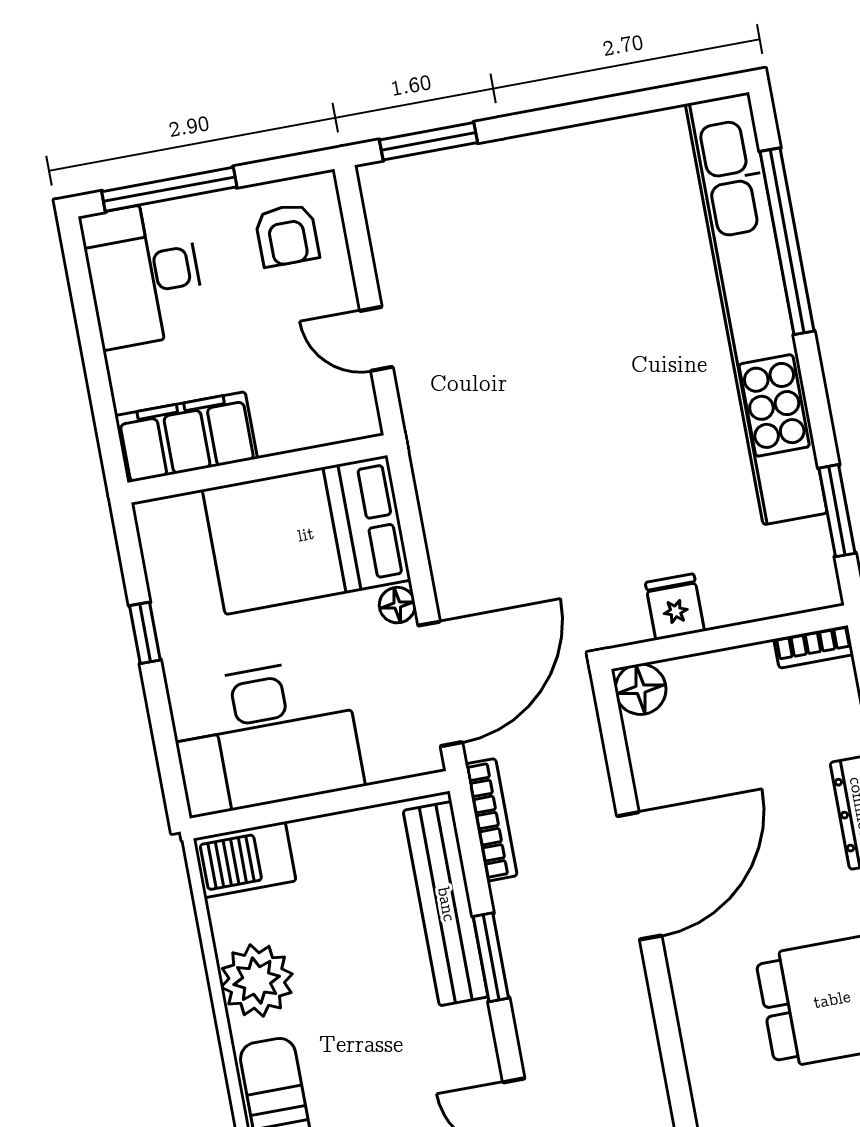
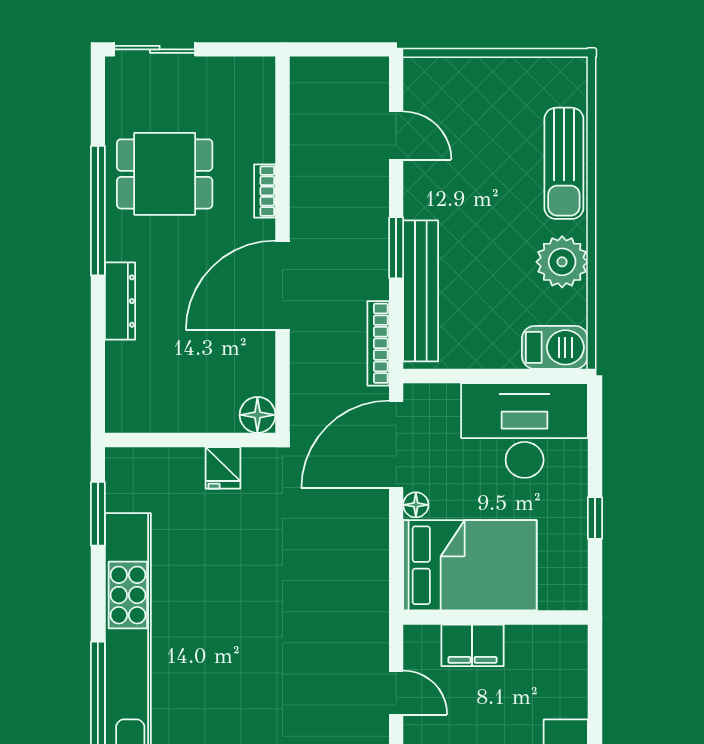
filing cabinet: (186, 437) -> (472, 645), moved, width x0.67, depth x0.86
bookcase: (814, 647) -> (265, 191), moved, turned -90

